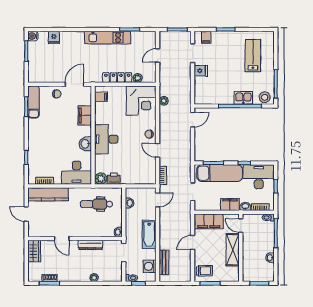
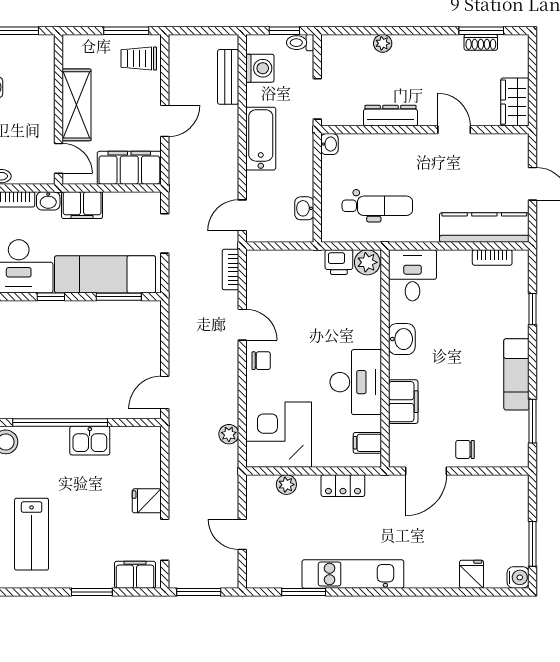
filing cabinet: (206, 37) -> (135, 575), width x2.00
door: (158, 55) -> (242, 534), swing flipped
locker: (117, 78) -> (343, 486), width x0.66
kitchen sink: (243, 98) -> (90, 441), moved
exam couch: (34, 102) -> (516, 374), moved
desk: (106, 139) -> (356, 382), moved
desk: (77, 173) -> (412, 275), width x0.73

